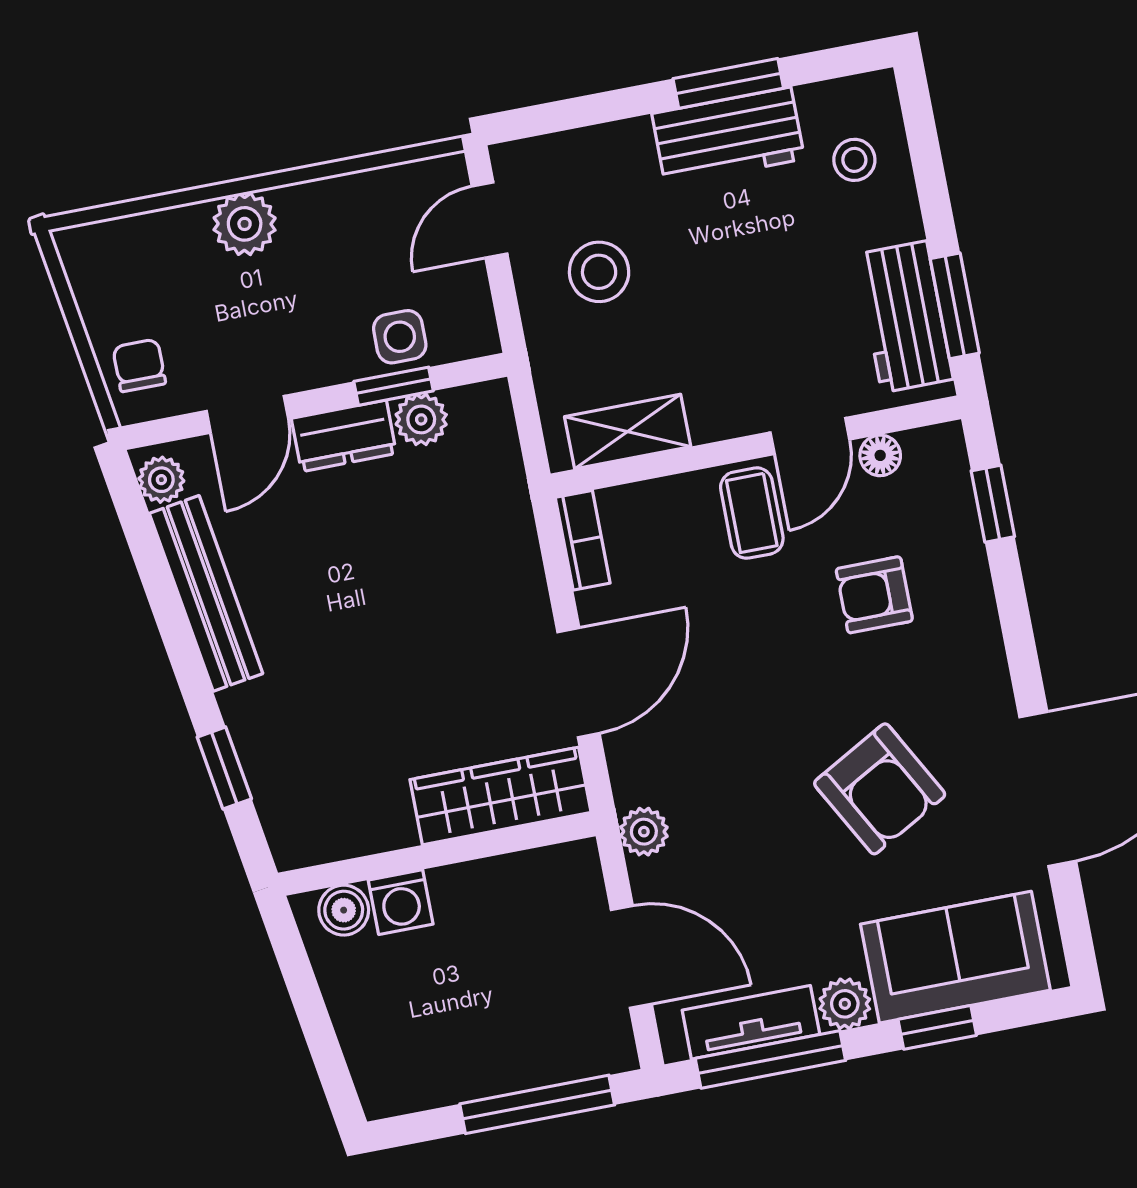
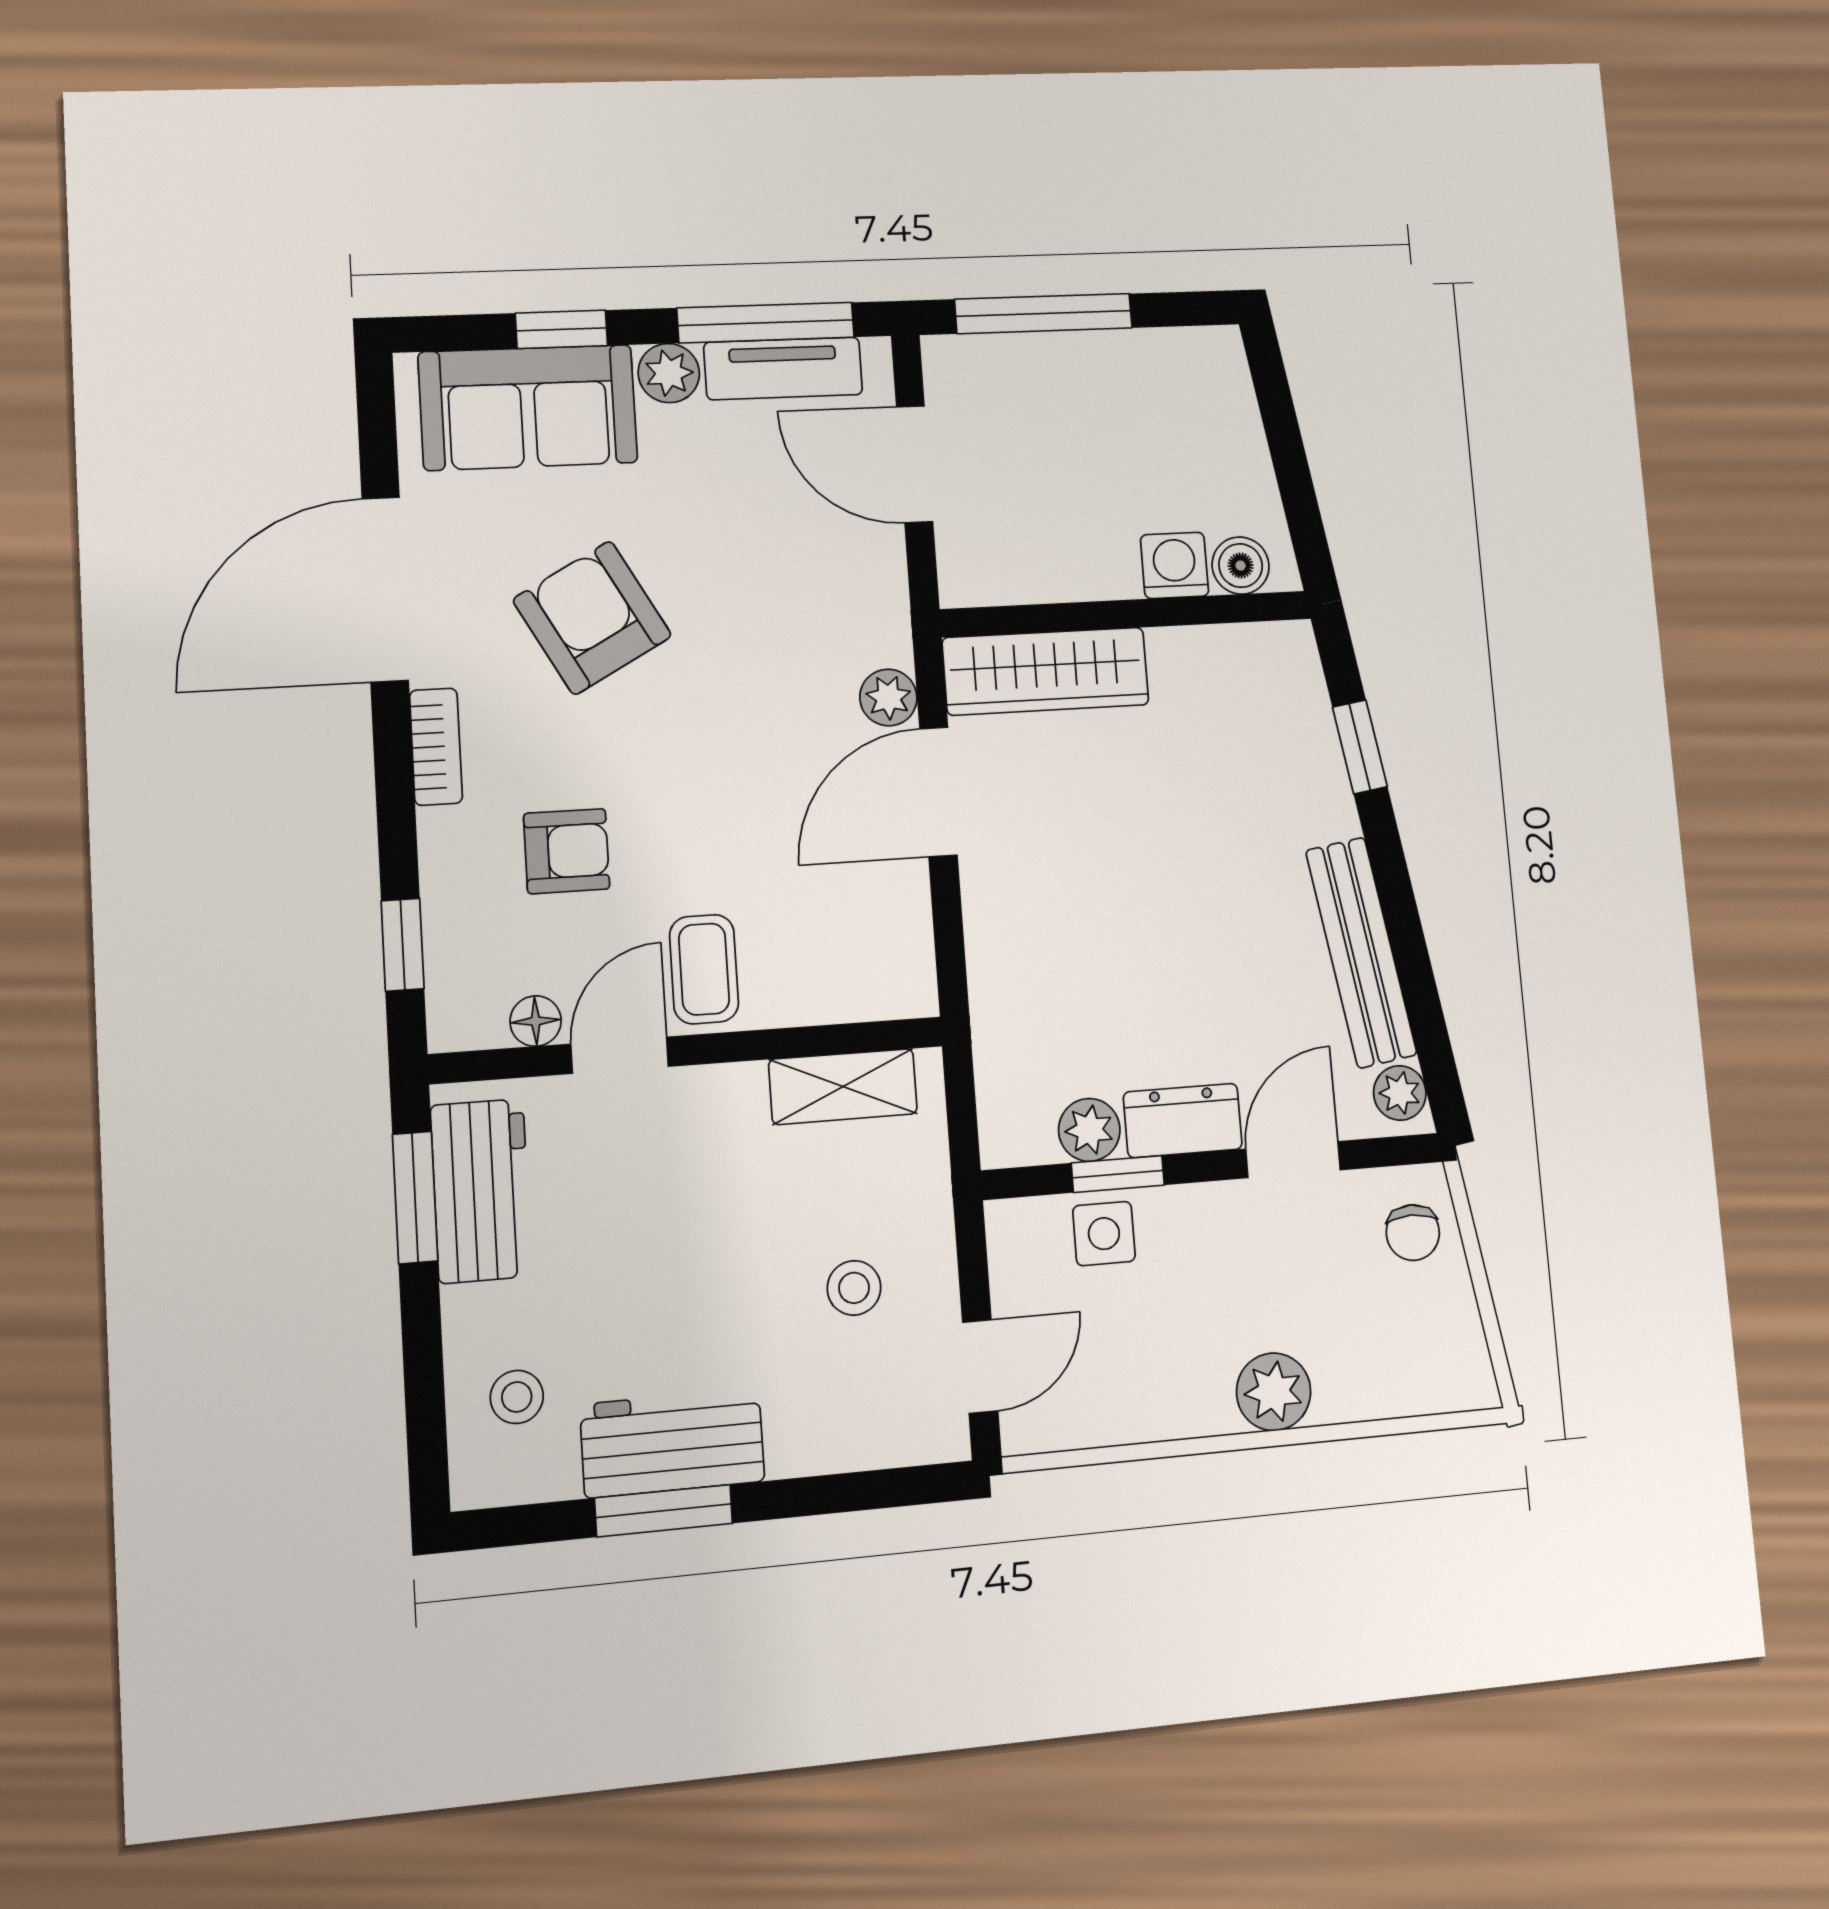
stool: (599, 272) -> (854, 1288), width x0.73, depth x0.73
bookcase: (583, 540) -> (436, 747), moved, turned 180
plant: (644, 832) -> (888, 698), moved

